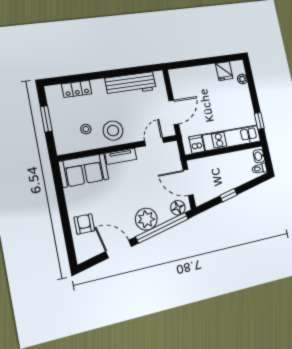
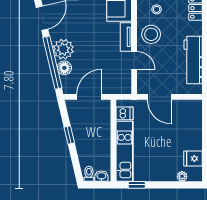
door: (154, 142) -> (134, 60), moved
floor lamp: (178, 208) -> (64, 68), moved

